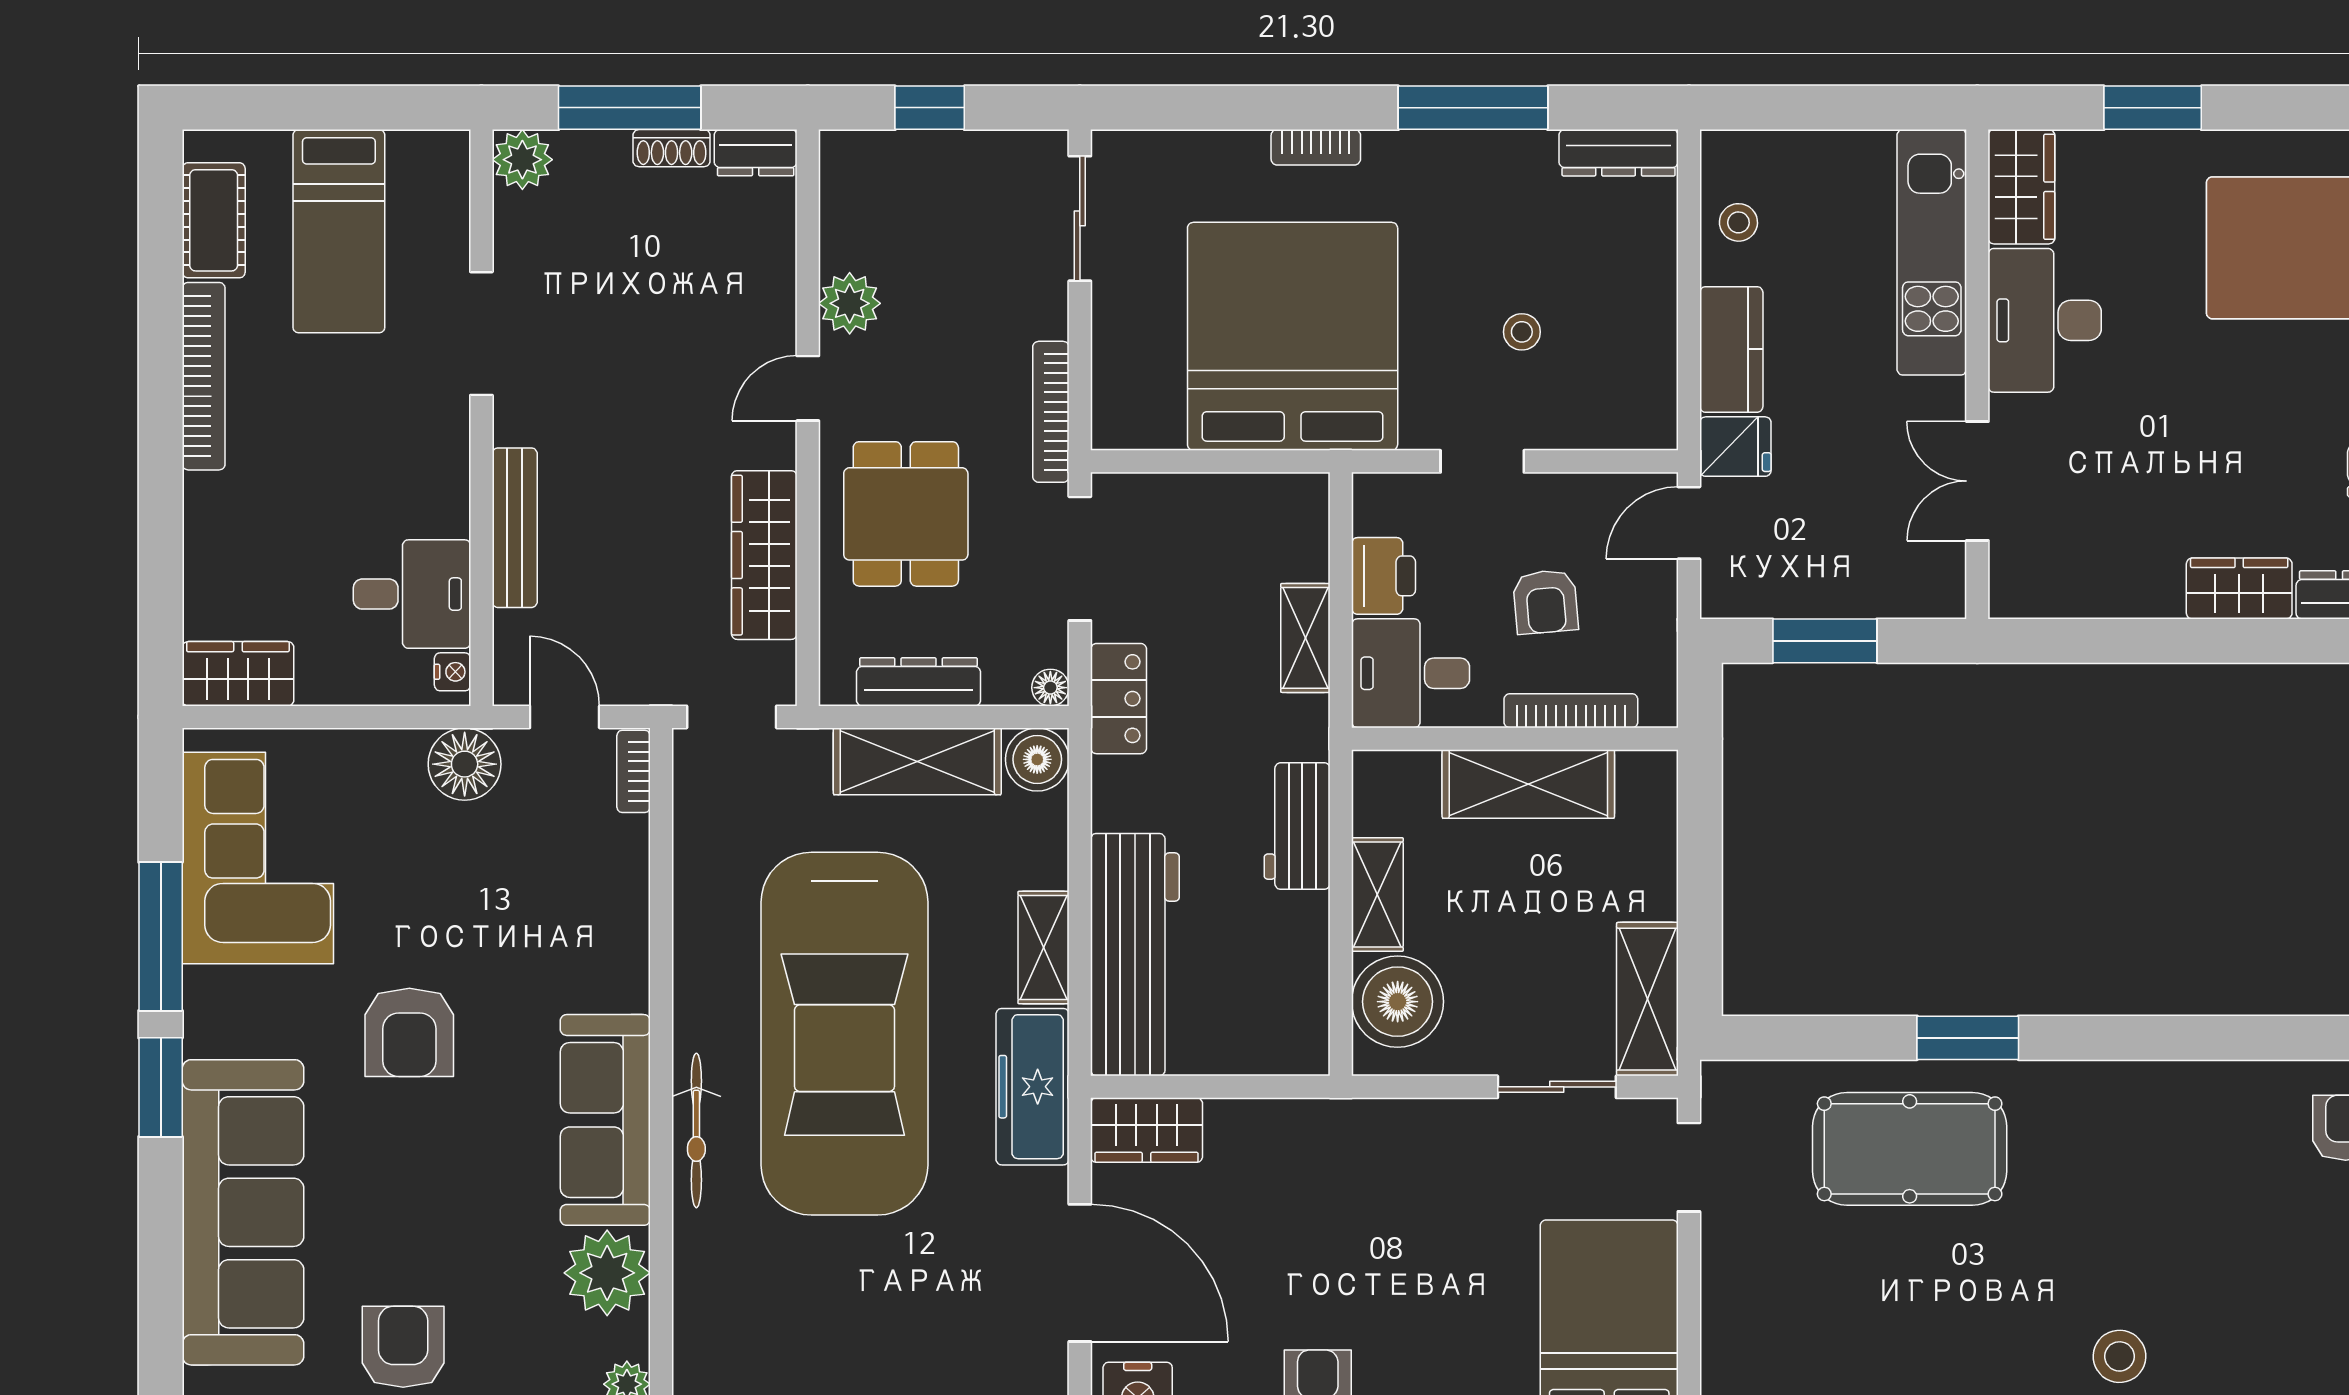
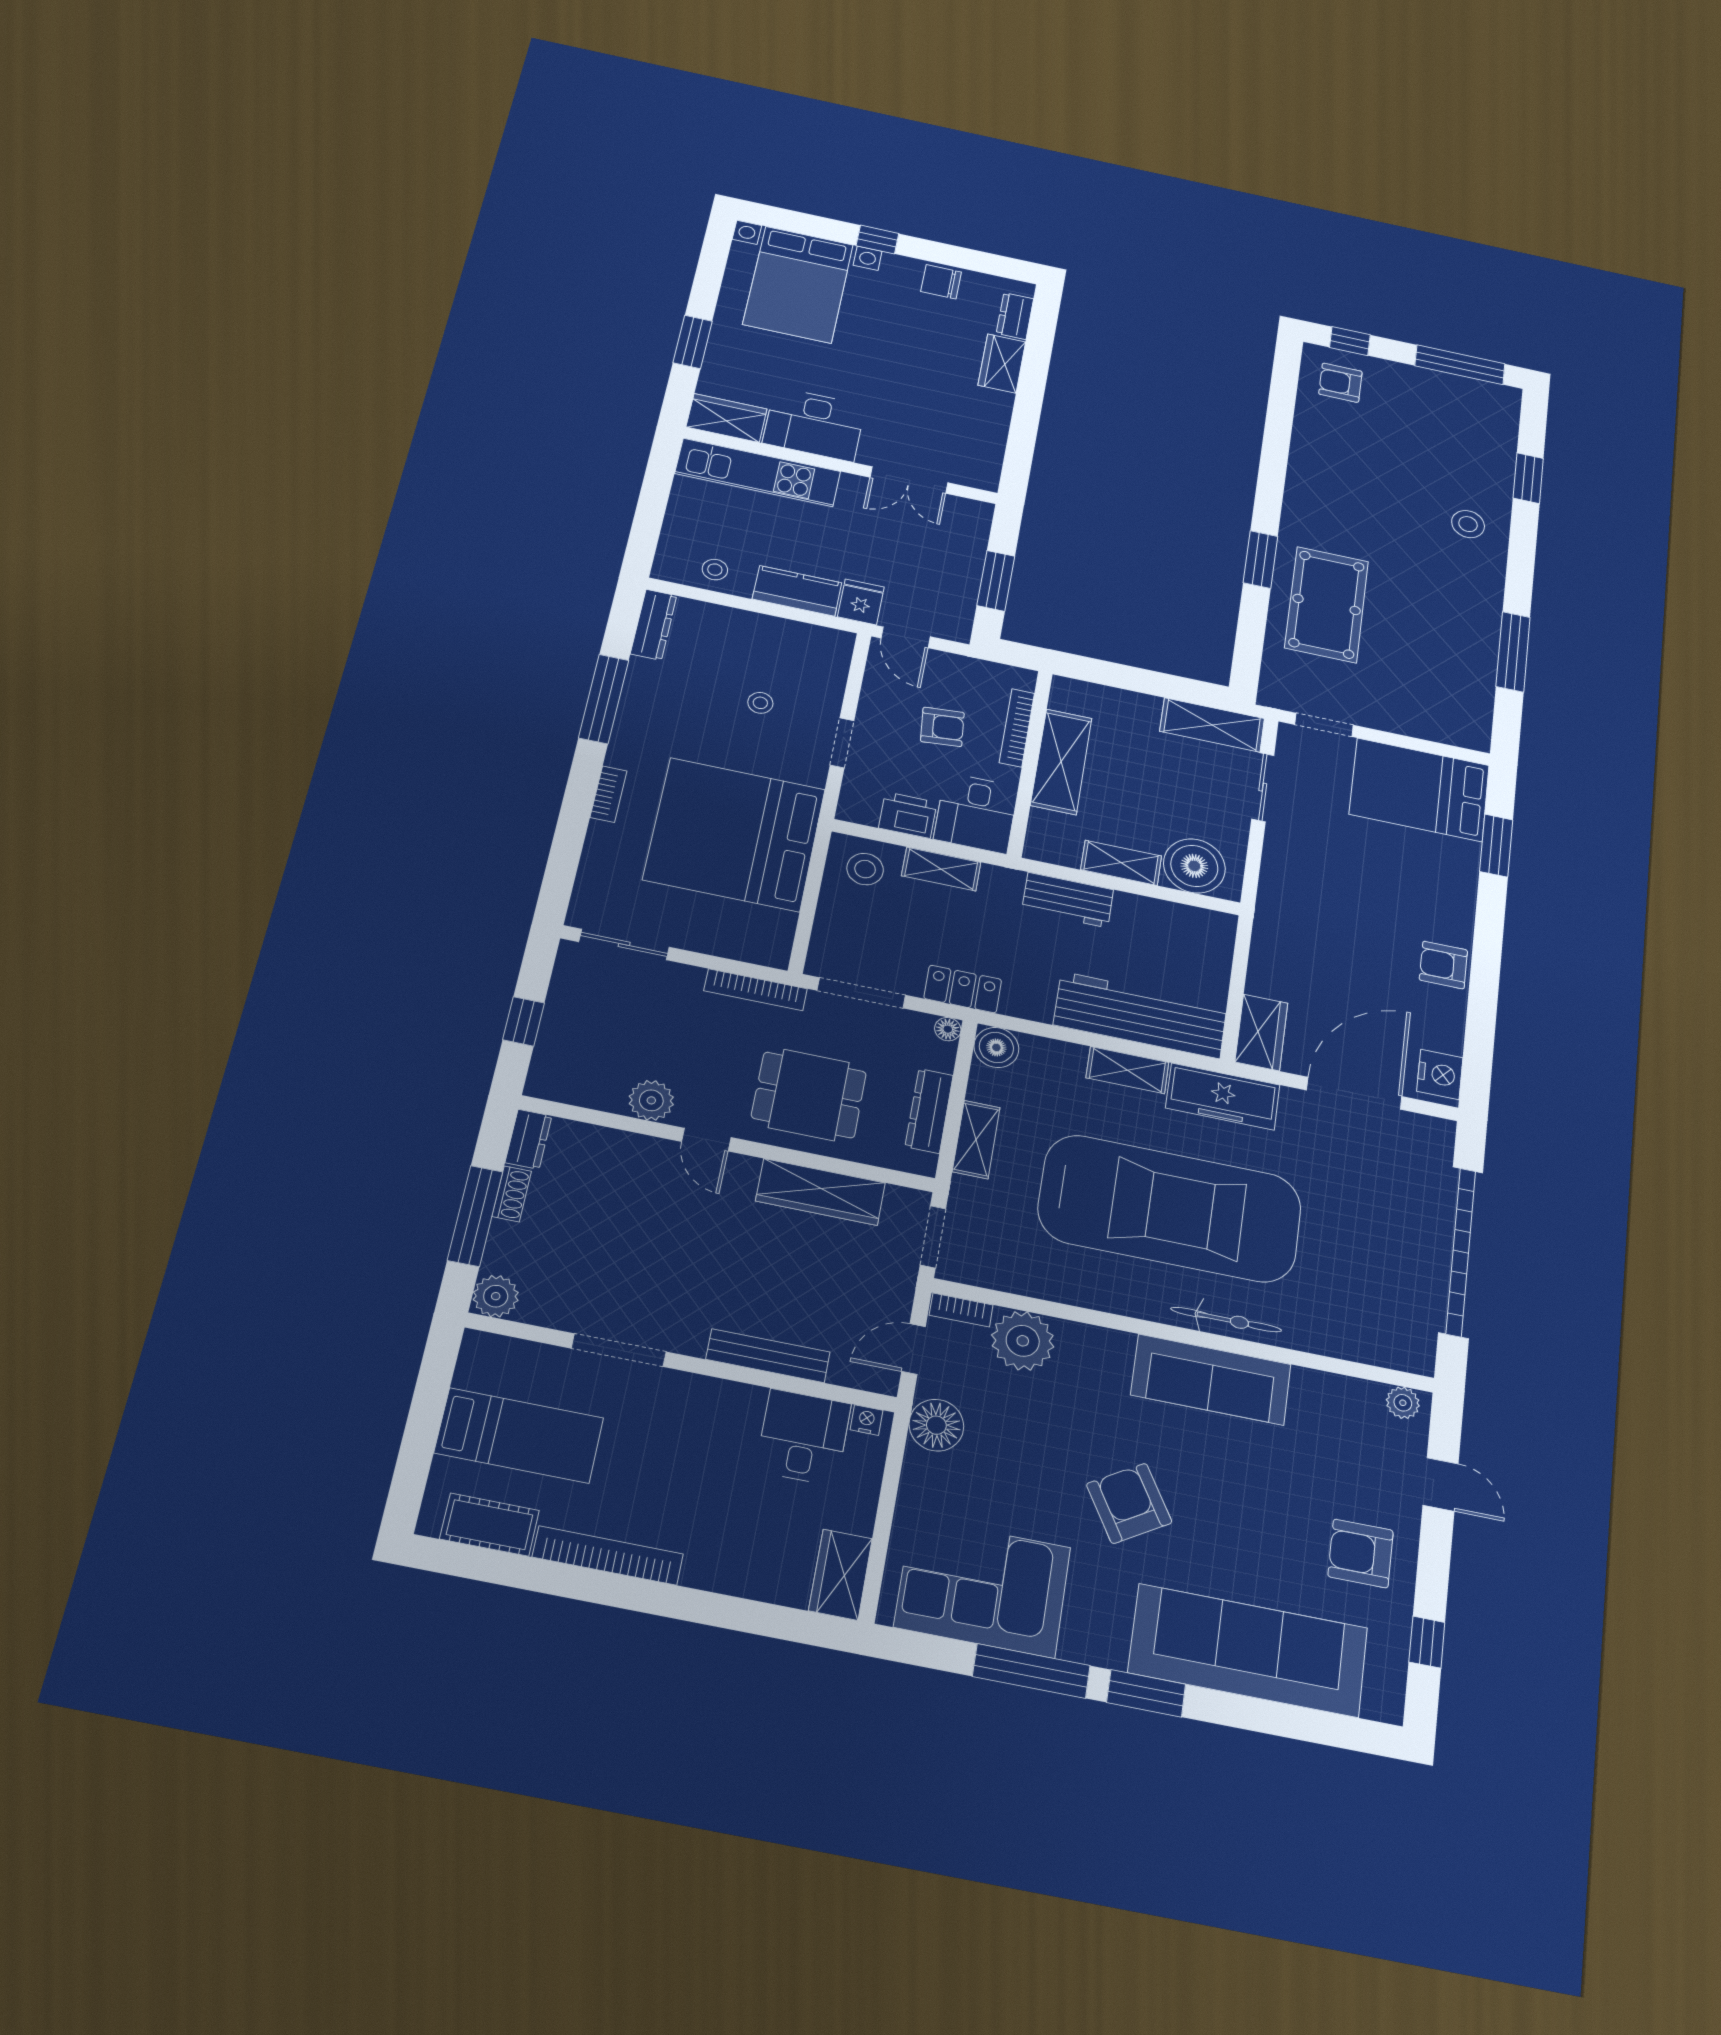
stool: (1280, 530) -> (865, 869), added
shelving: (917, 761) -> (976, 1140), width x0.67, depth x0.75
armchair: (409, 1032) -> (1129, 1503), turned -121
plant: (607, 1273) -> (1023, 1341), moved

